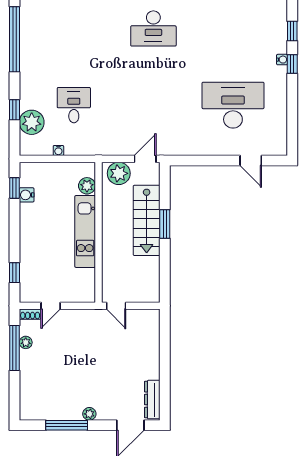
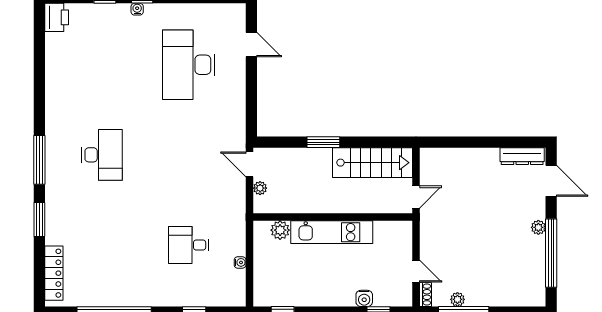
plant: (32, 122) -> (208, 293), removed
door: (251, 160) -> (251, 45), hinge flipped
plant: (119, 173) -> (260, 188), width x0.53, depth x0.53
water cooler: (27, 195) -> (364, 298), moved
stairs: (147, 220) -> (372, 163), moved
window: (67, 425) -> (551, 253), width x1.46

